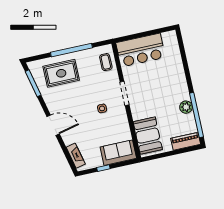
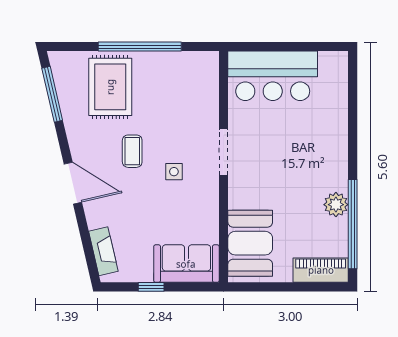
coffee table: (106, 62) -> (132, 151), moved
rug: (61, 73) -> (110, 87), turned 90

